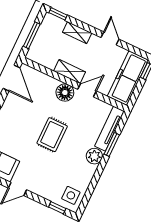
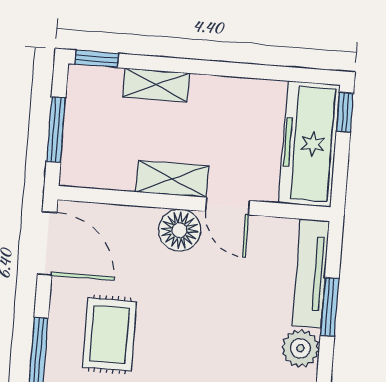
door: (110, 38) -> (235, 70), removed
door: (87, 90) -> (228, 206), swing flipped
rug: (52, 135) -> (110, 335), moved

